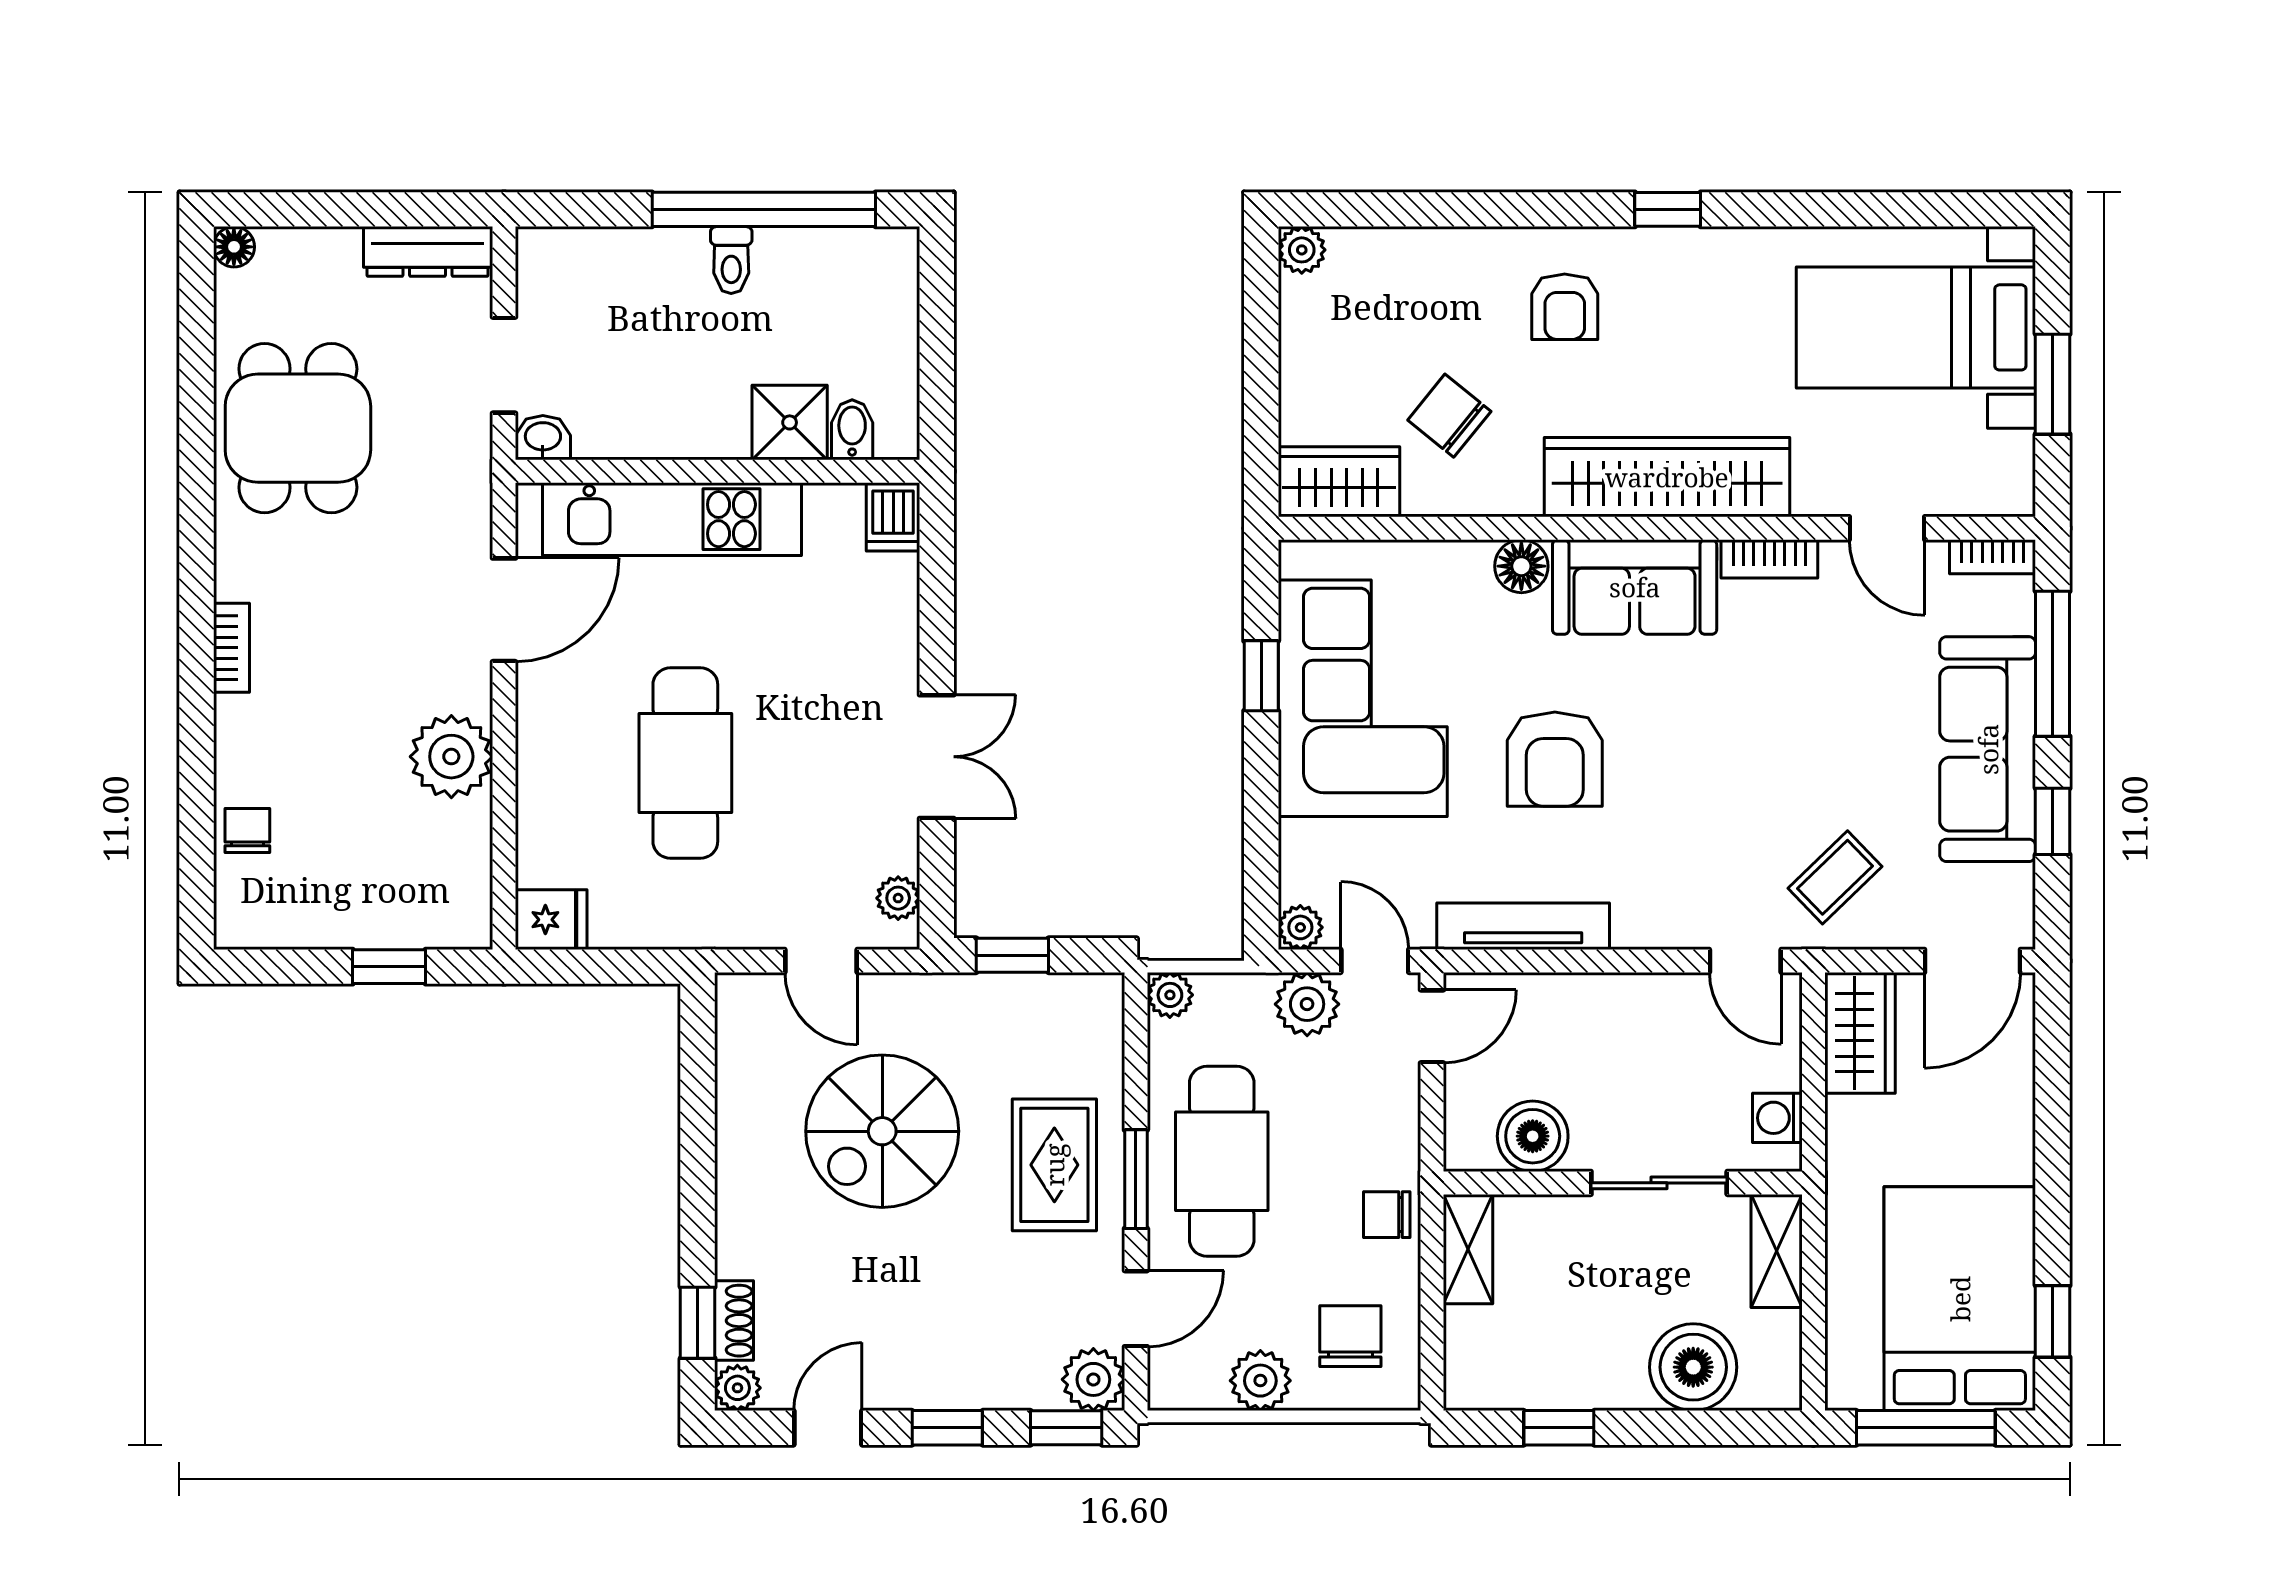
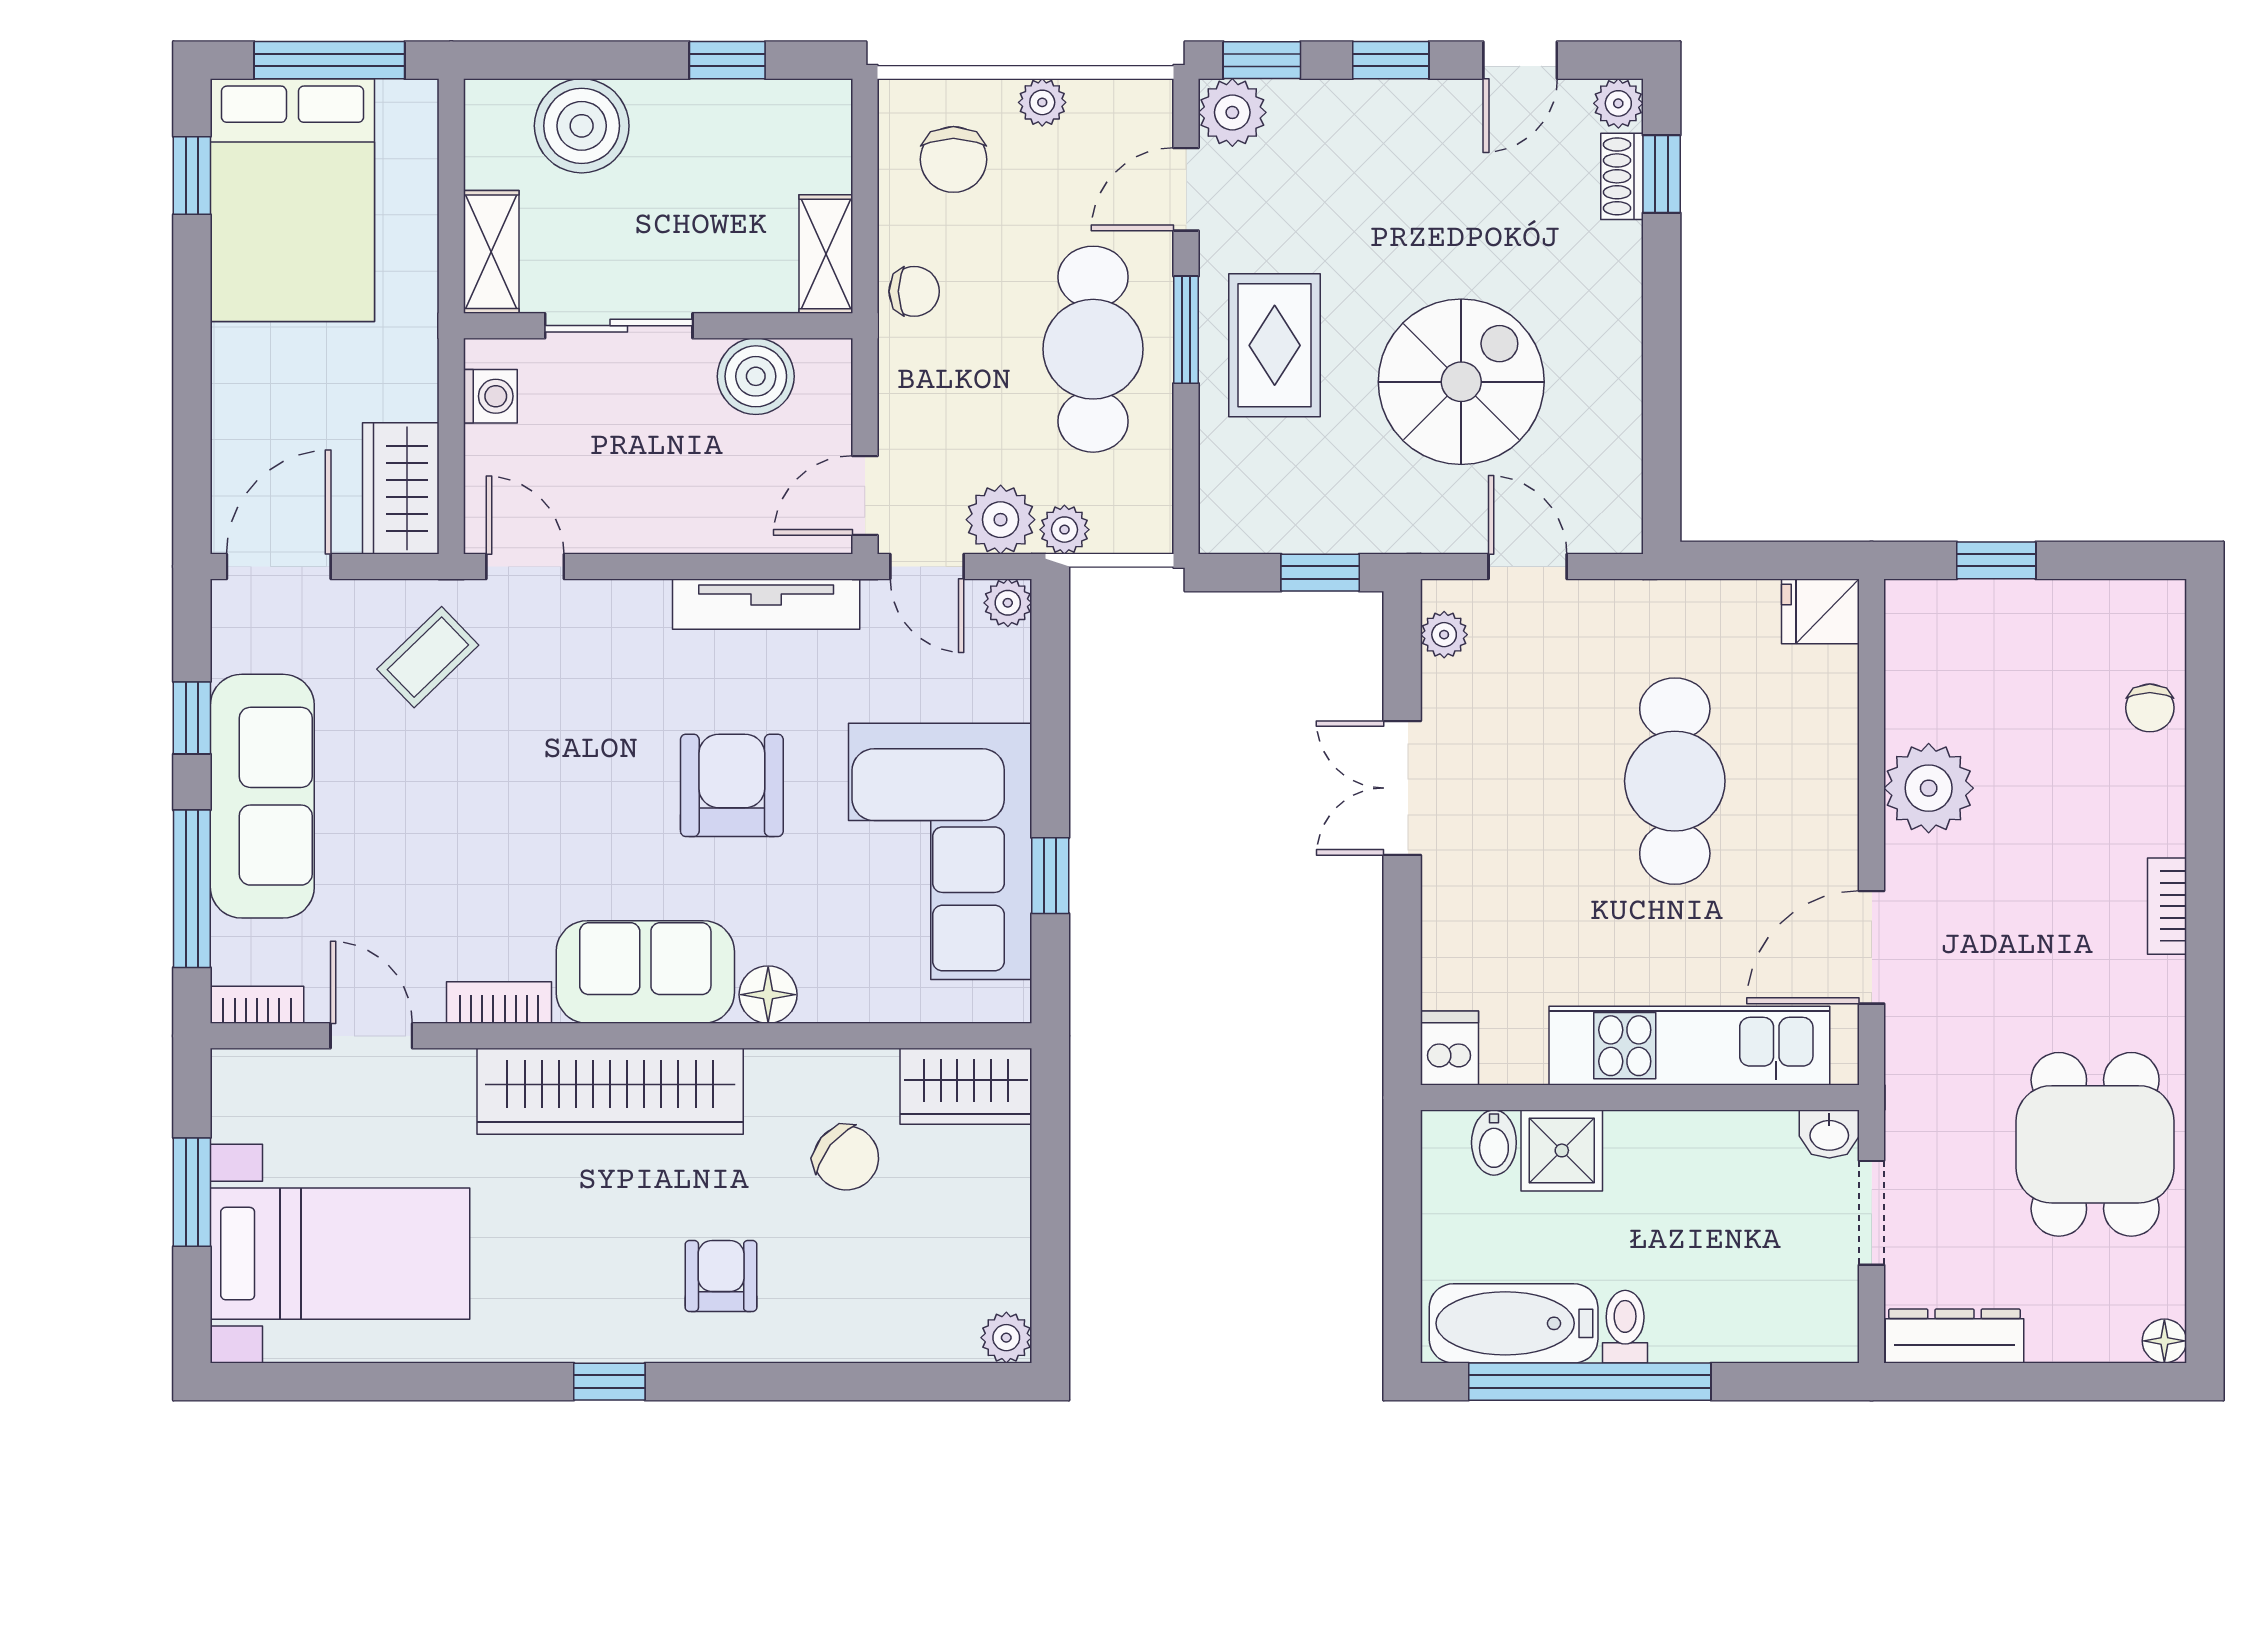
bathtub: (834, 263) -> (1514, 1323), added
plant: (1170, 995) -> (1064, 530), moved
plant: (1260, 1381) -> (1042, 102), width x0.73, depth x0.73

